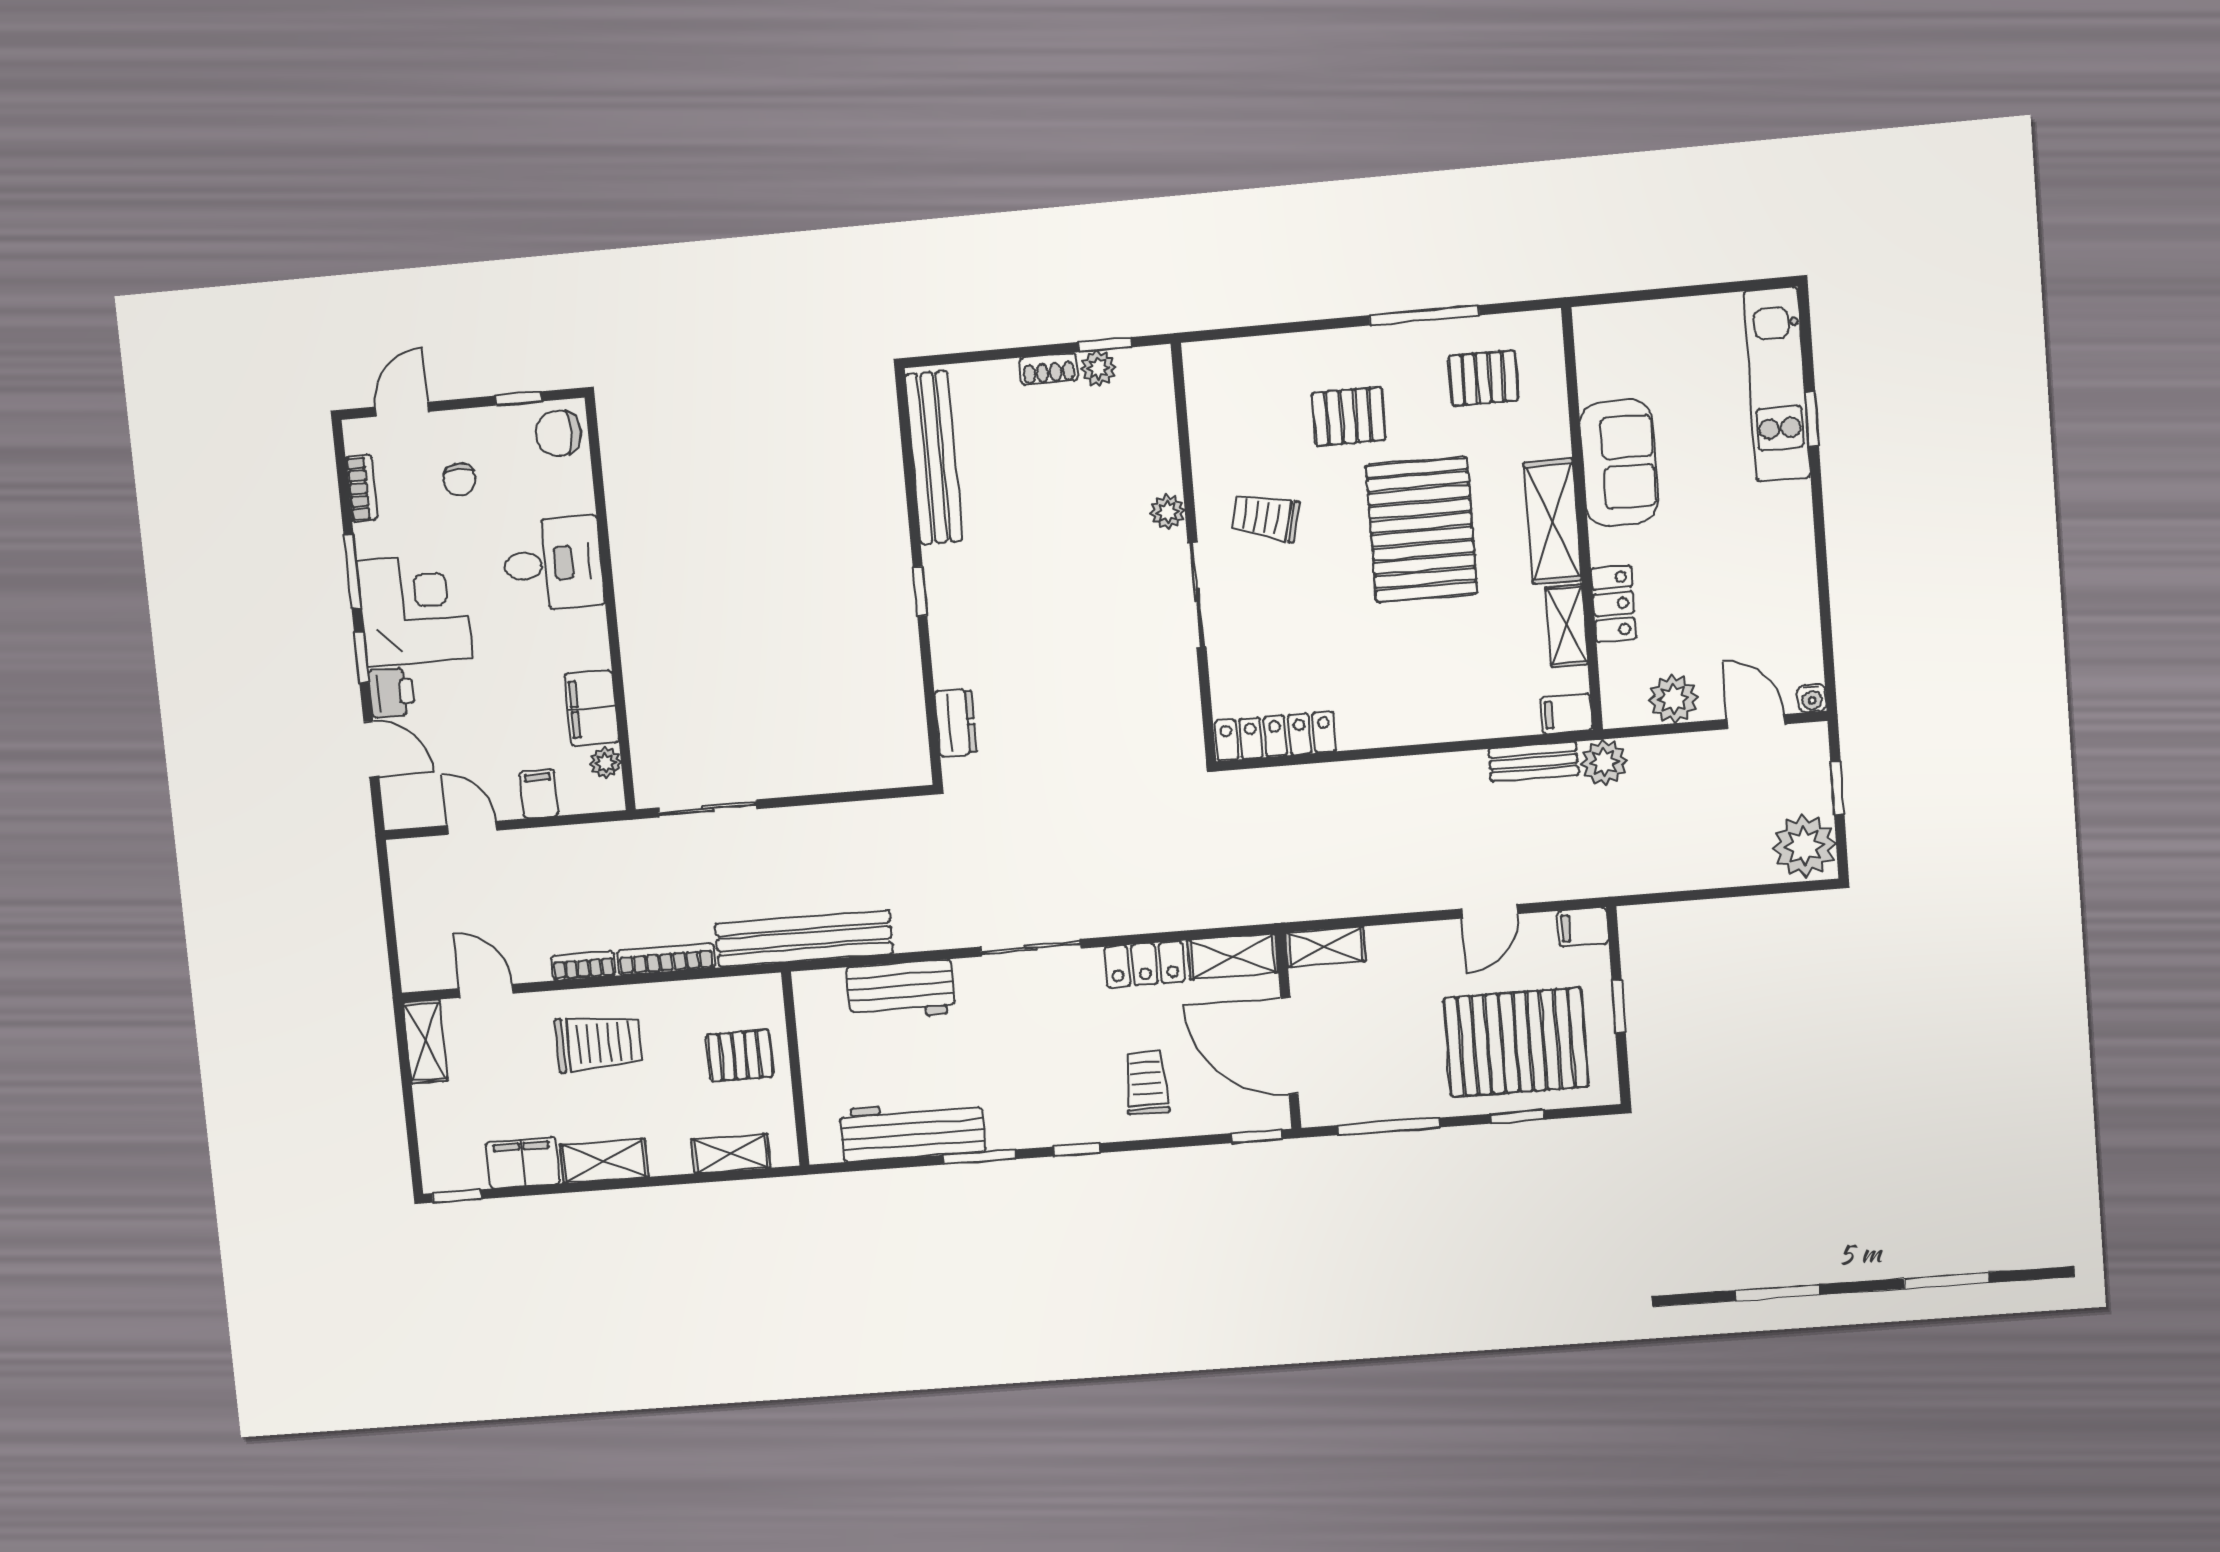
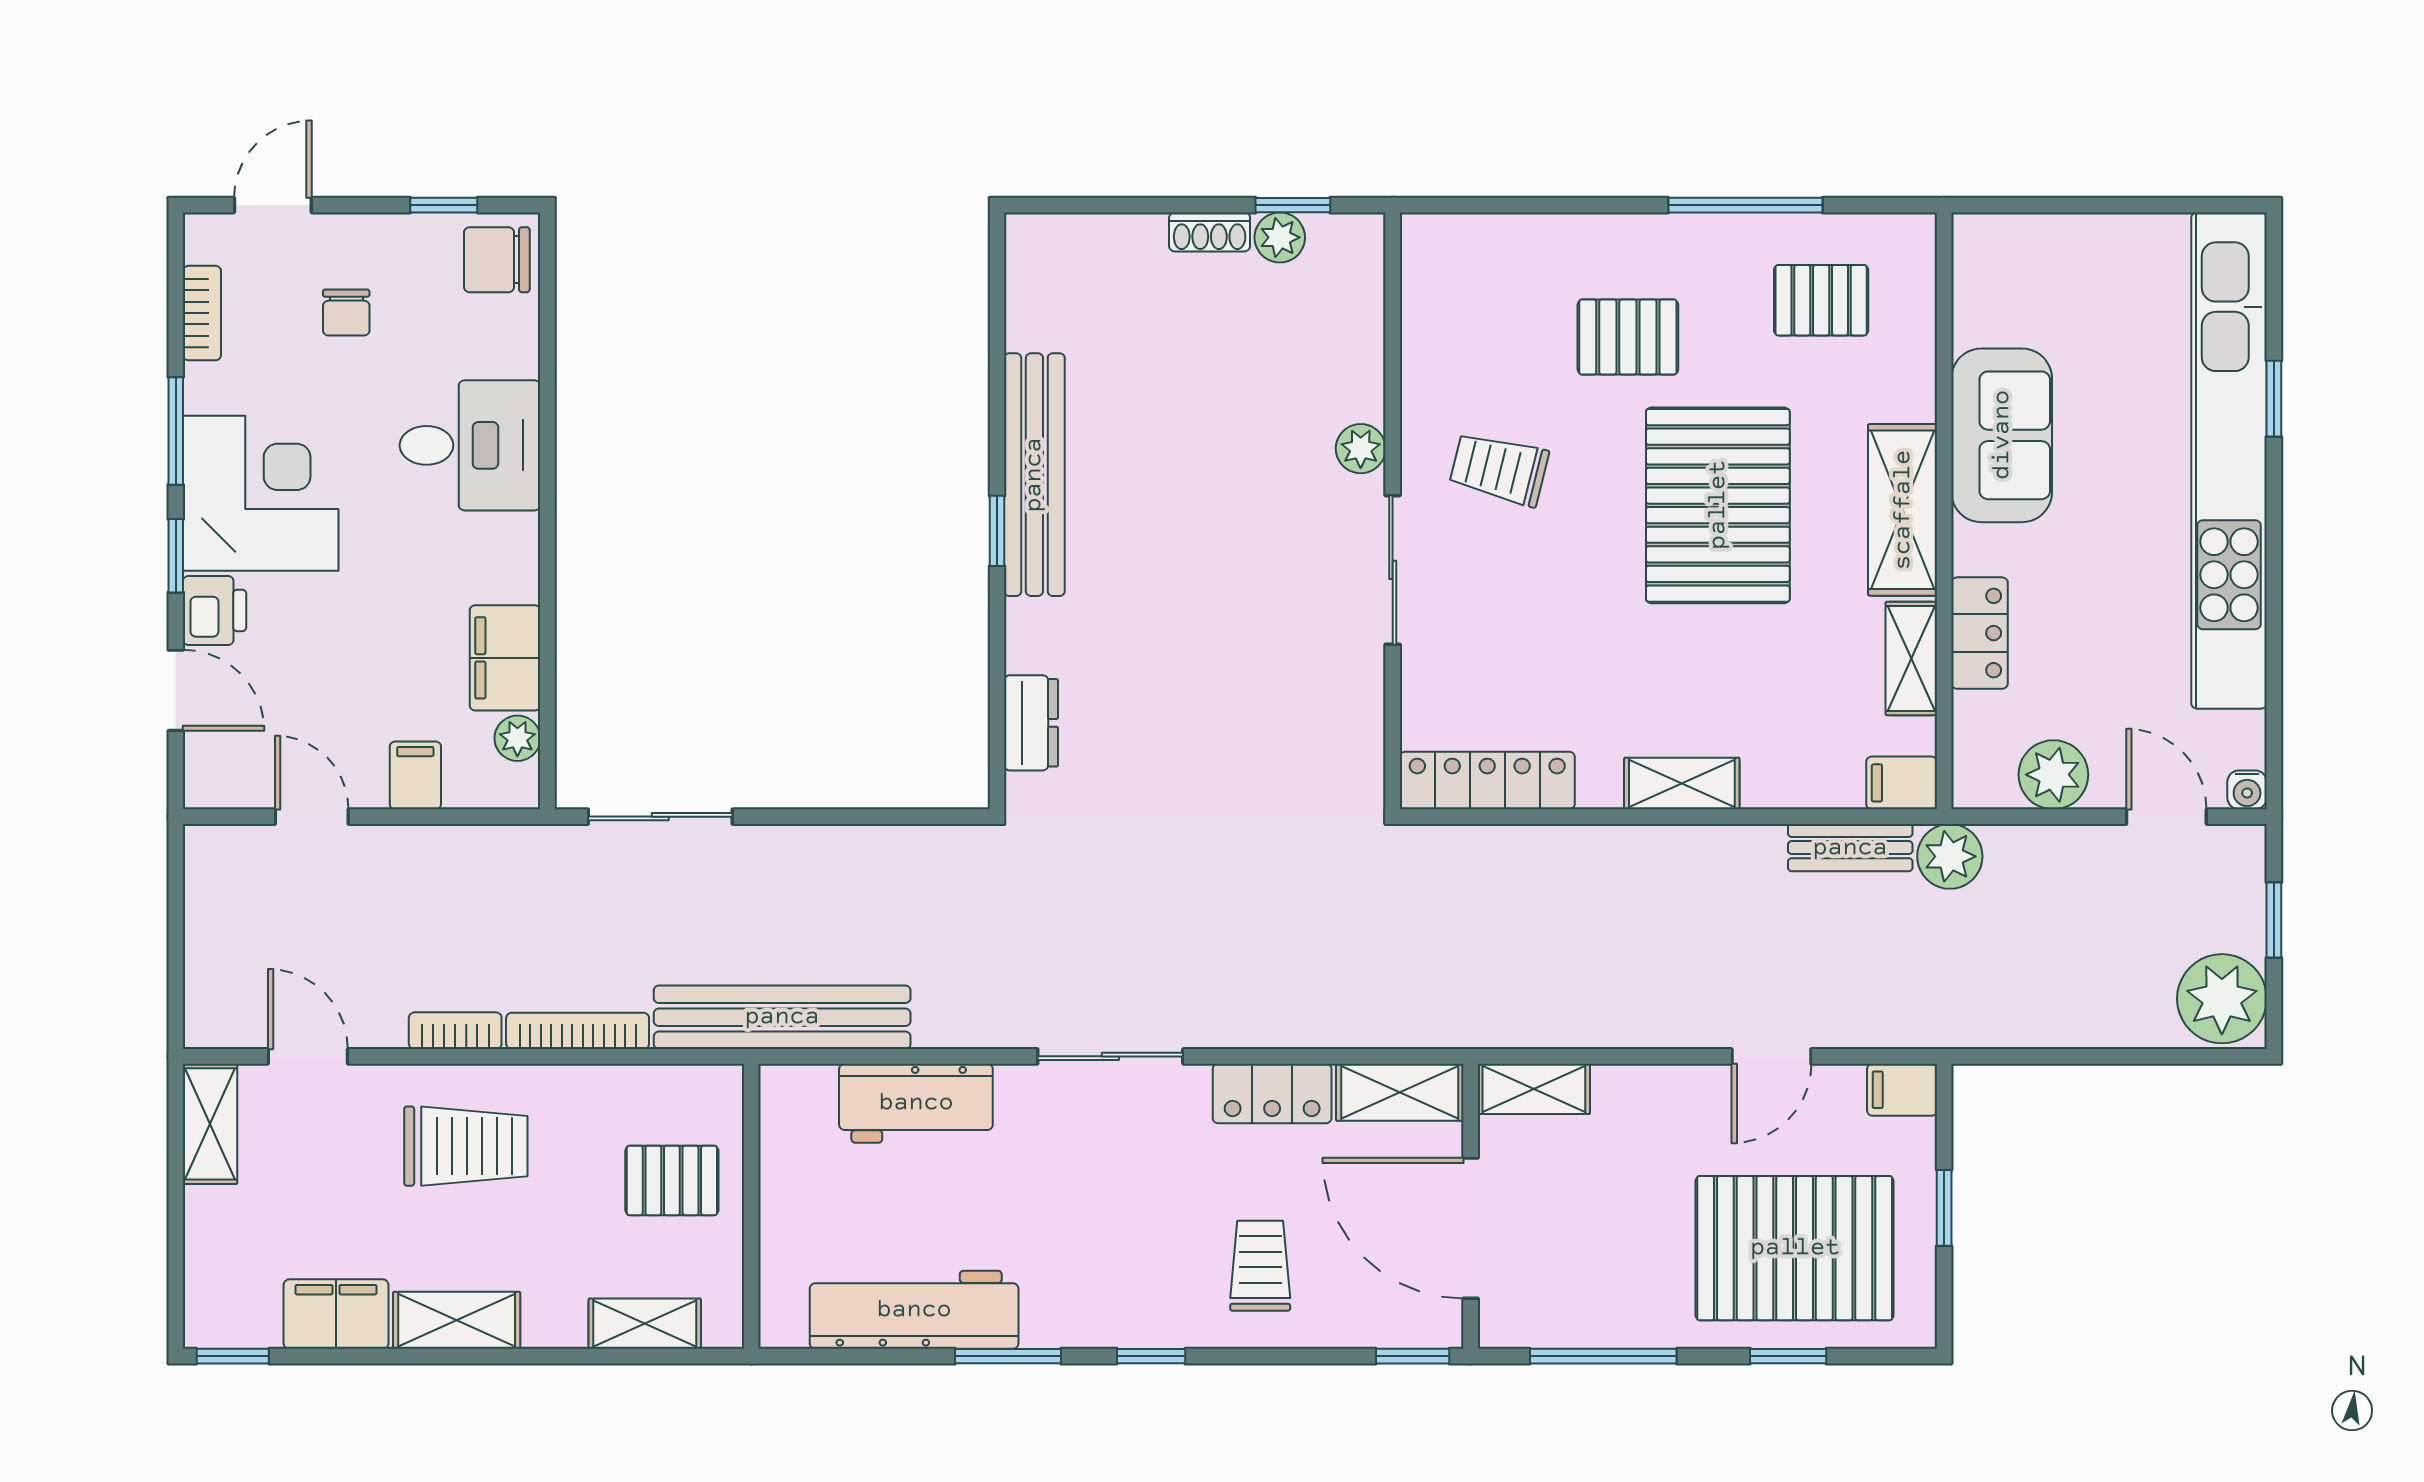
kitchen unit: (1777, 384) -> (2229, 461), width x1.86
bench: (934, 458) -> (1034, 475), moved
shelving: (1412, 727) -> (1682, 783), added

